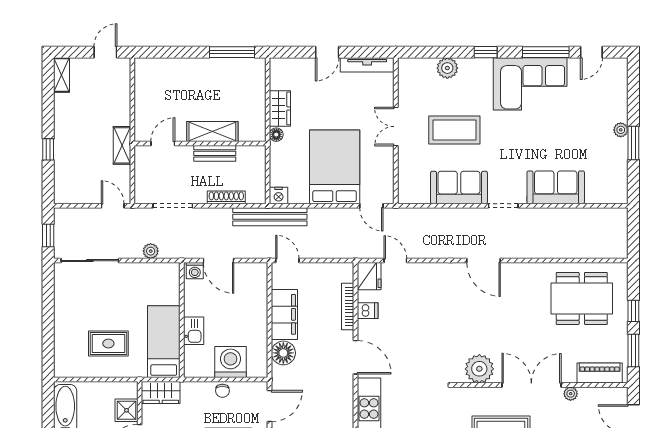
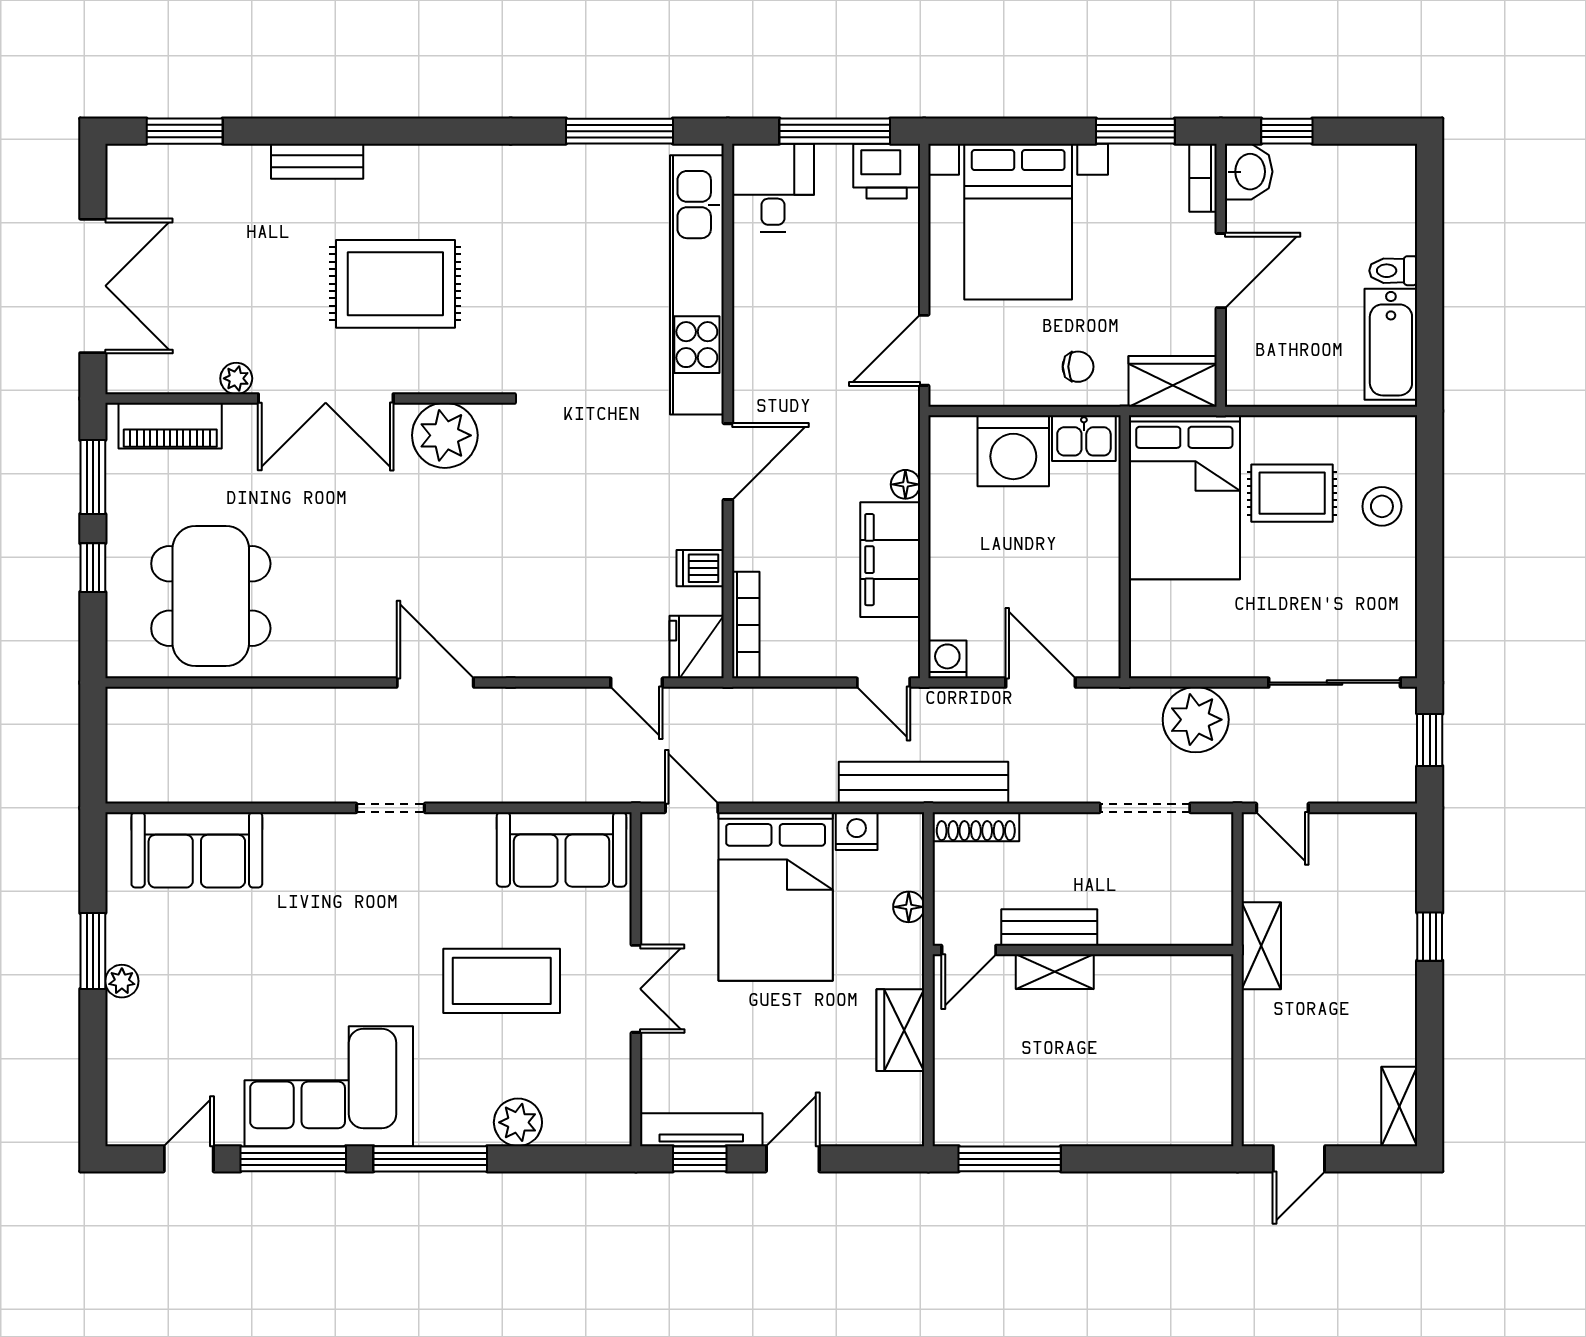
window: (368, 52) -> (700, 1159), added
window: (486, 52) -> (430, 1159), width x2.17
shelving: (212, 131) -> (1055, 972), width x0.67, depth x0.75
floor lamp: (276, 135) -> (909, 907), moved
door: (163, 144) -> (969, 950), moved
sofa: (556, 187) -> (197, 850), moved
sofa: (459, 188) -> (562, 849), moved
nightstand: (279, 196) -> (857, 831), moved
shoe rack: (226, 197) -> (976, 827), moved
plant: (151, 251) -> (1196, 720), width x1.87, depth x1.87
washing machine: (195, 271) -> (947, 659), moved
dining table: (582, 298) -> (211, 596), turned 90
bookcase: (348, 306) -> (746, 625), moved
kitchen sink: (194, 331) -> (1084, 438), moved, turned -90
stool: (69, 338) -> (1382, 506), added
bed: (164, 342) -> (1184, 497), width x1.50
floor lamp: (283, 353) -> (905, 484), width x0.53, depth x0.53
door: (355, 357) -> (728, 462), swing flipped
chair: (222, 391) -> (1078, 367), moved, turned 90
shower: (126, 410) -> (1251, 341), removed

